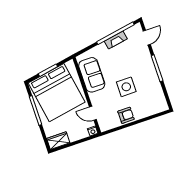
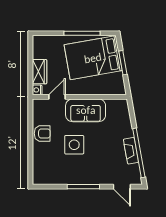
sofa: (92, 75) -> (86, 110), moved
bed: (57, 93) -> (93, 58), width x0.73
armchair: (126, 115) -> (42, 133), turned -90
wardrobe: (58, 141) -> (39, 72), moved

